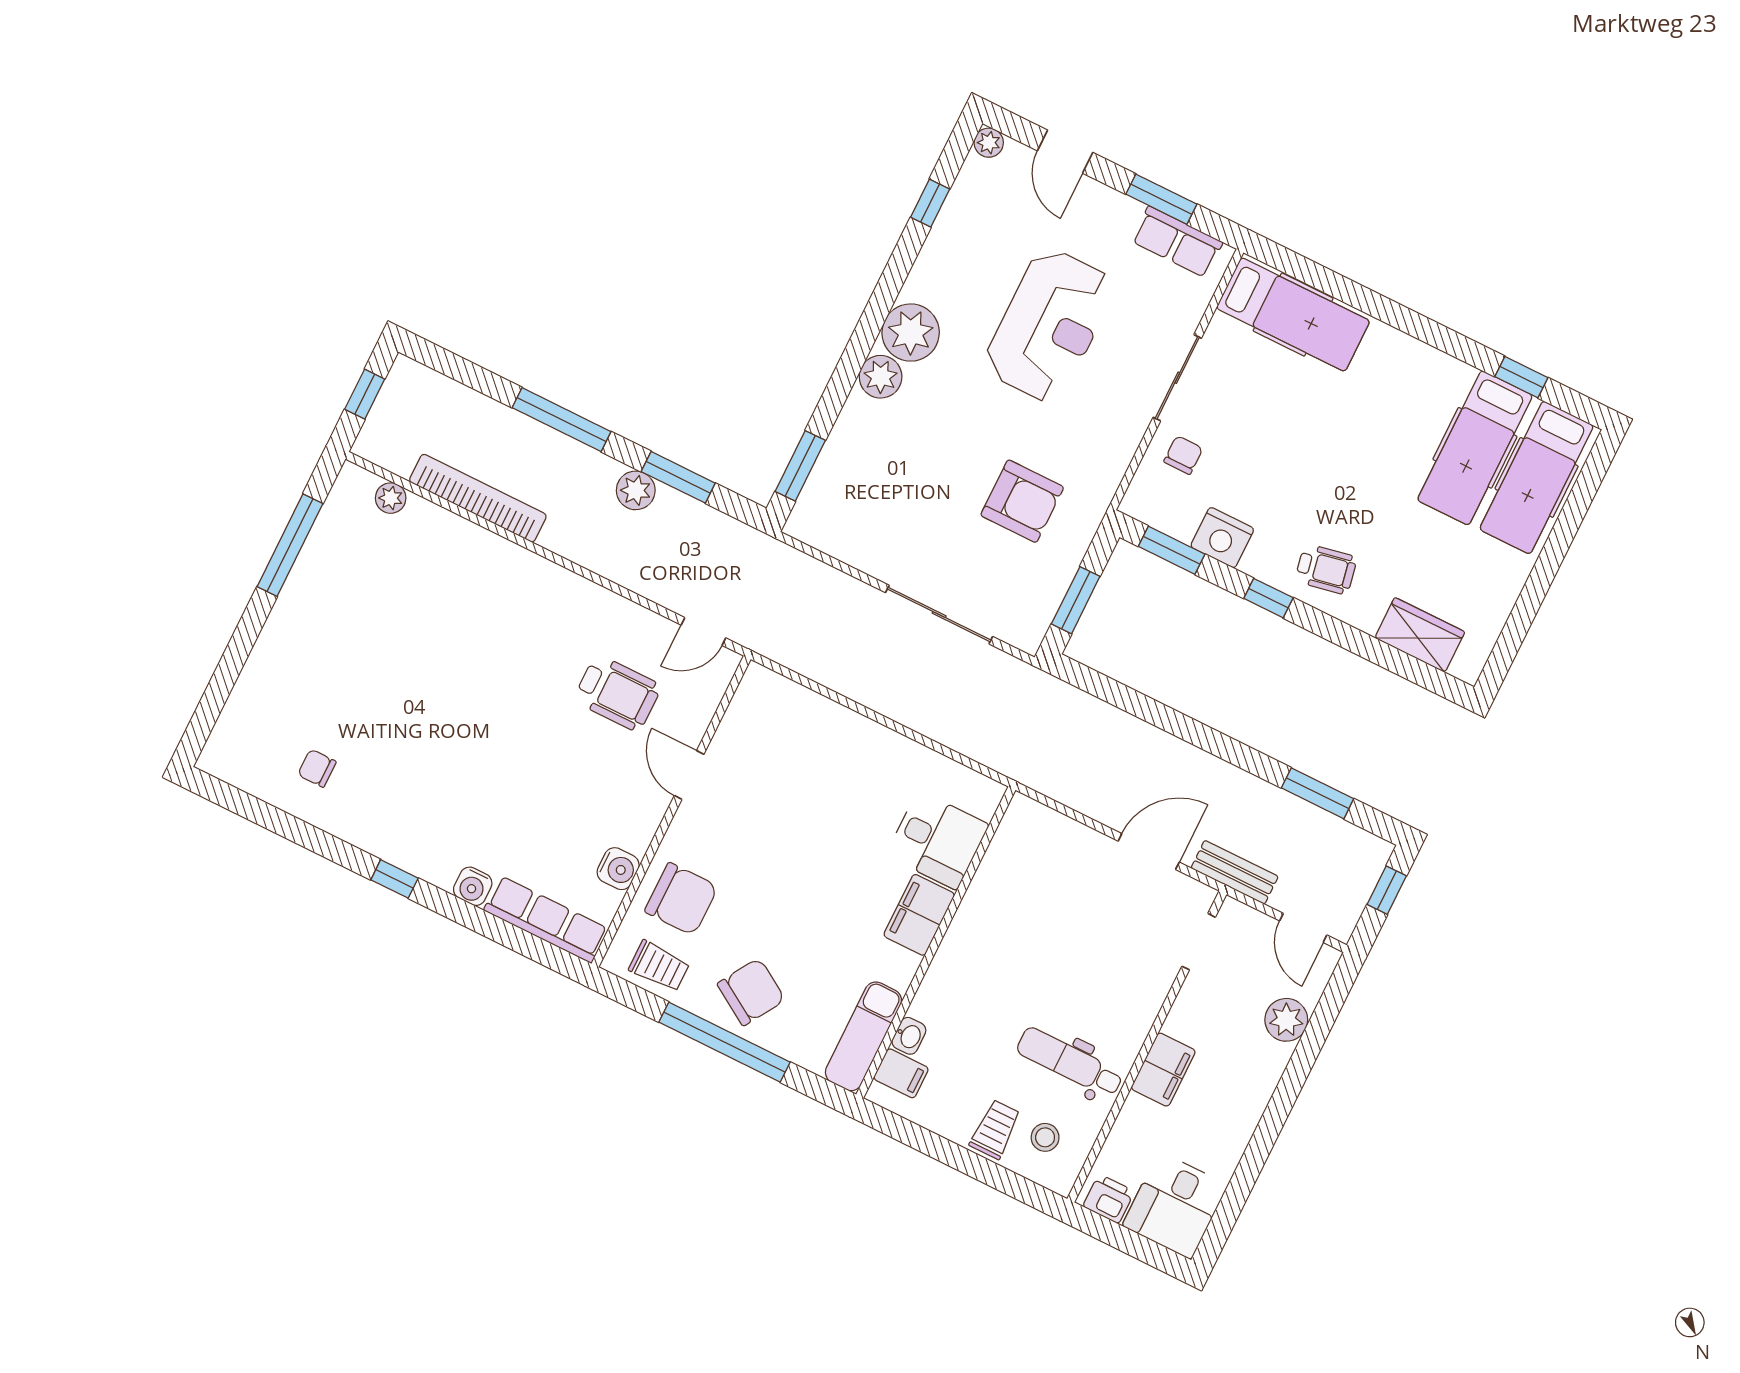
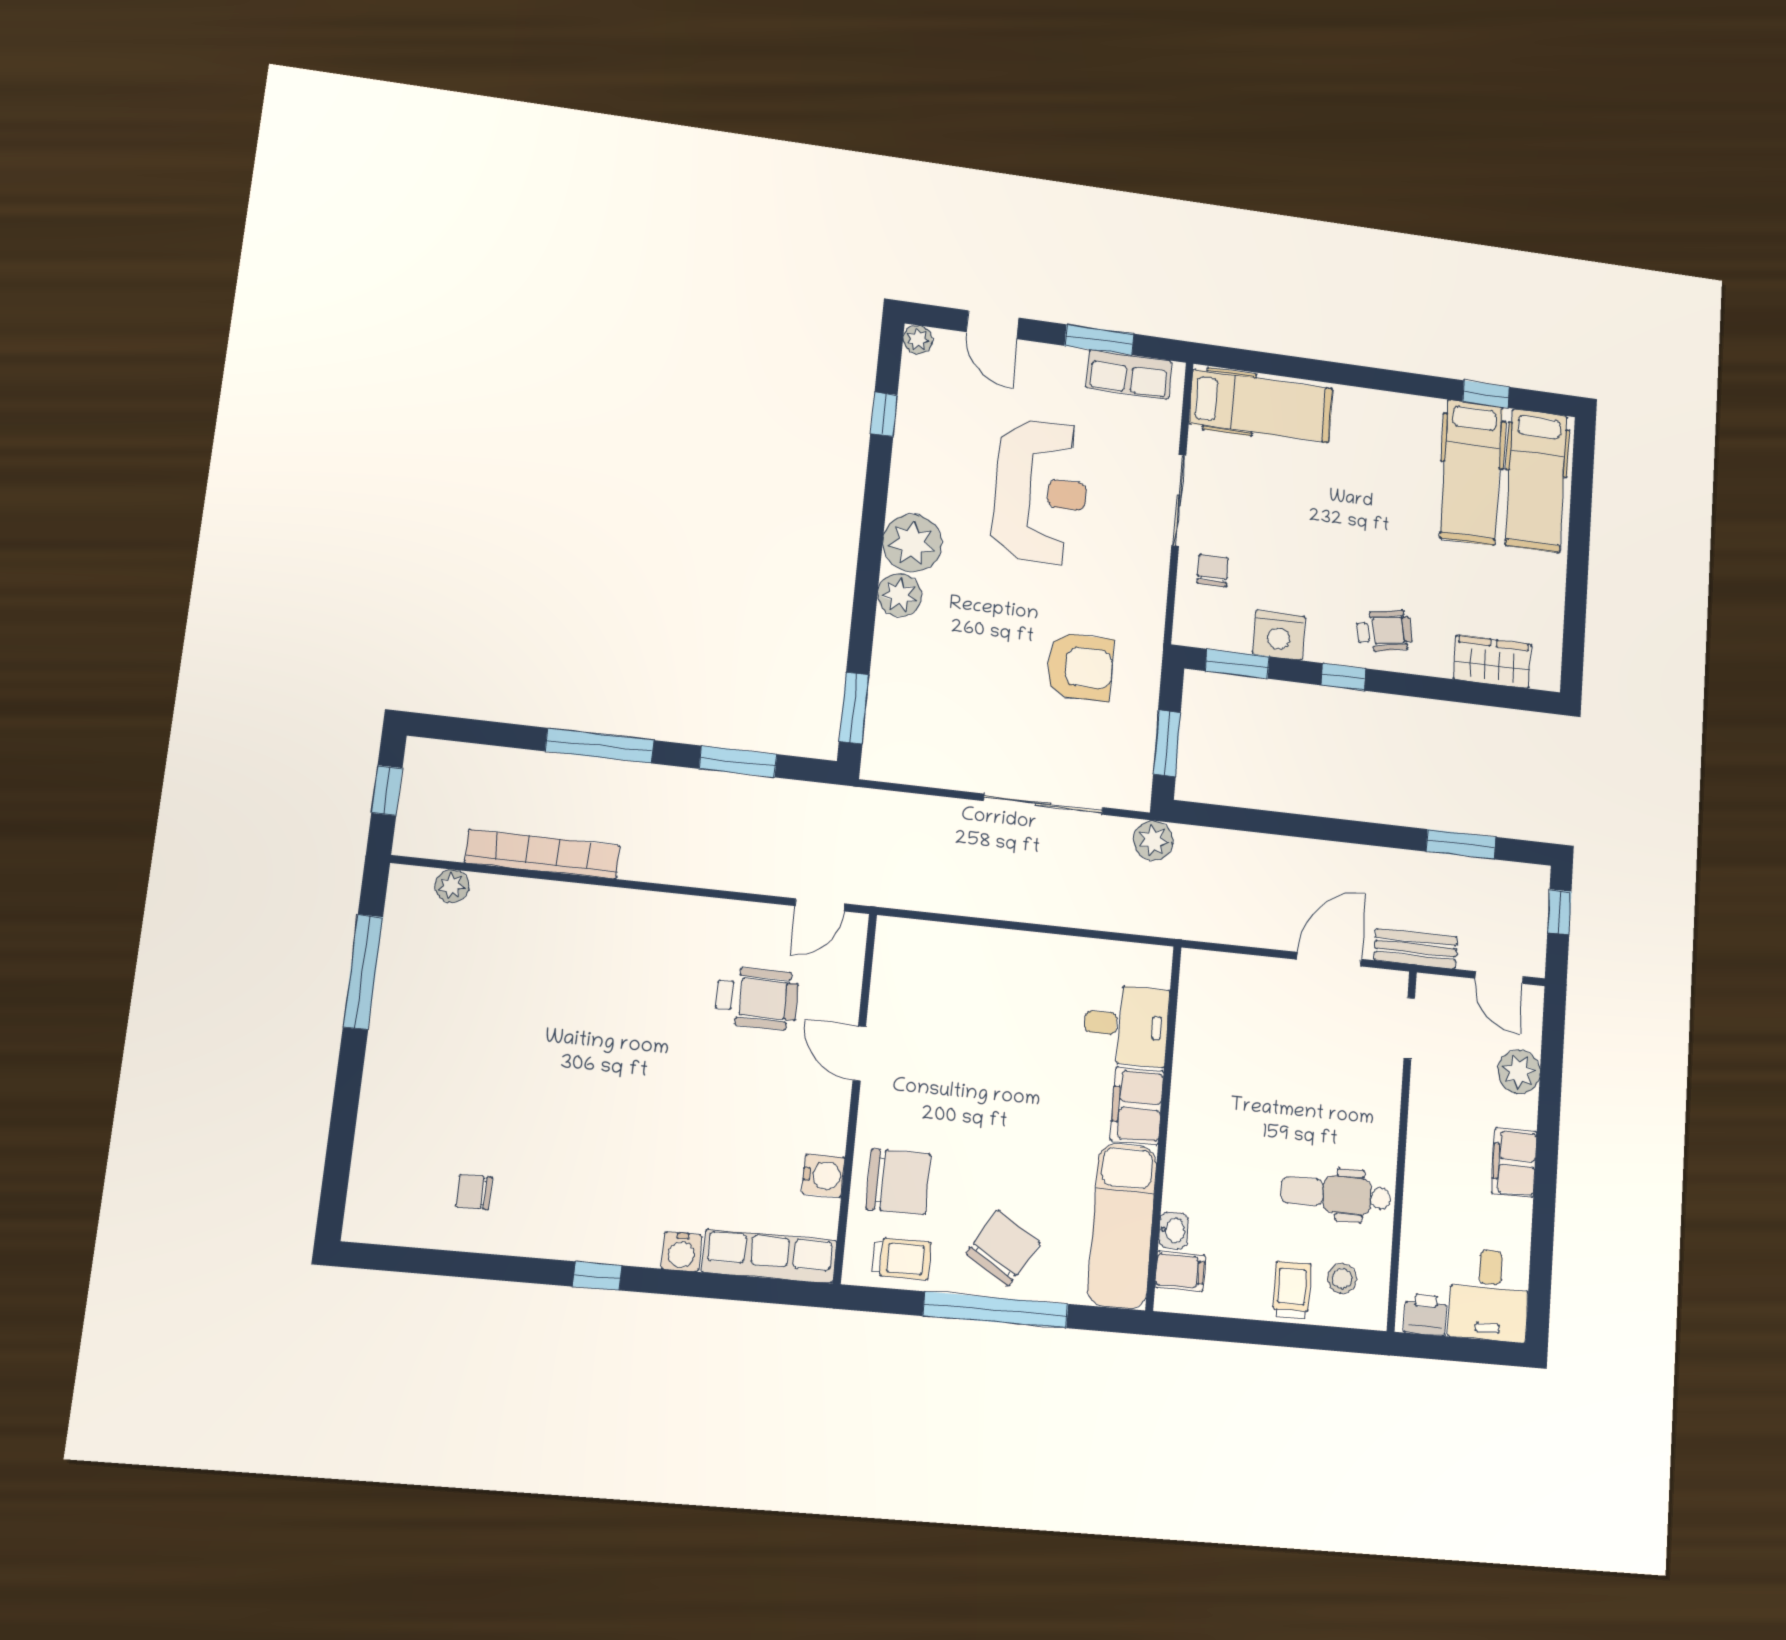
plant: (636, 490) -> (1153, 840), moved
exam couch: (863, 1036) -> (1122, 1226), width x1.36, depth x1.45
filing cabinet: (1163, 1070) -> (1514, 1163), moved, turned 180

